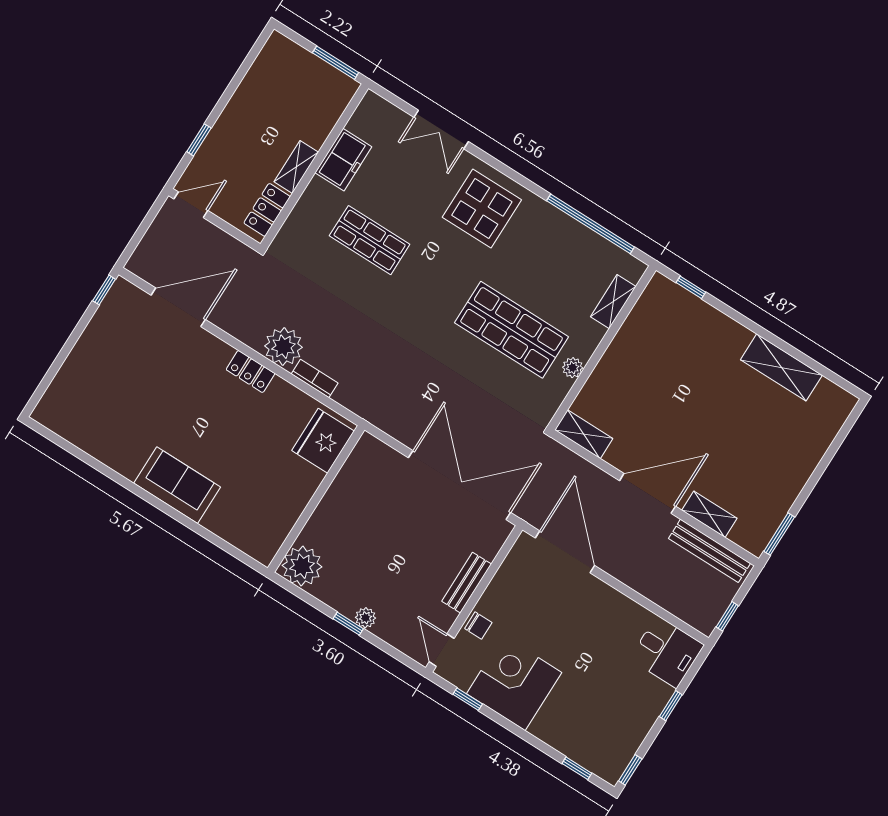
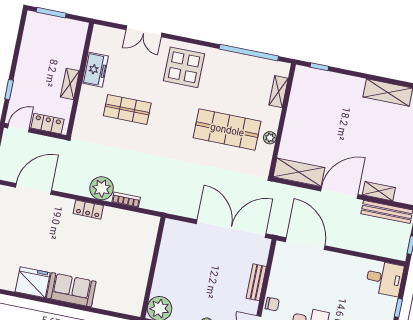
window: (336, 63) -> (51, 13), moved
locker: (267, 210) -> (48, 124), moved, turned 90
shelving: (584, 434) -> (299, 172), width x1.50, depth x1.33
fridge: (323, 441) -> (33, 282), moved, turned 90

